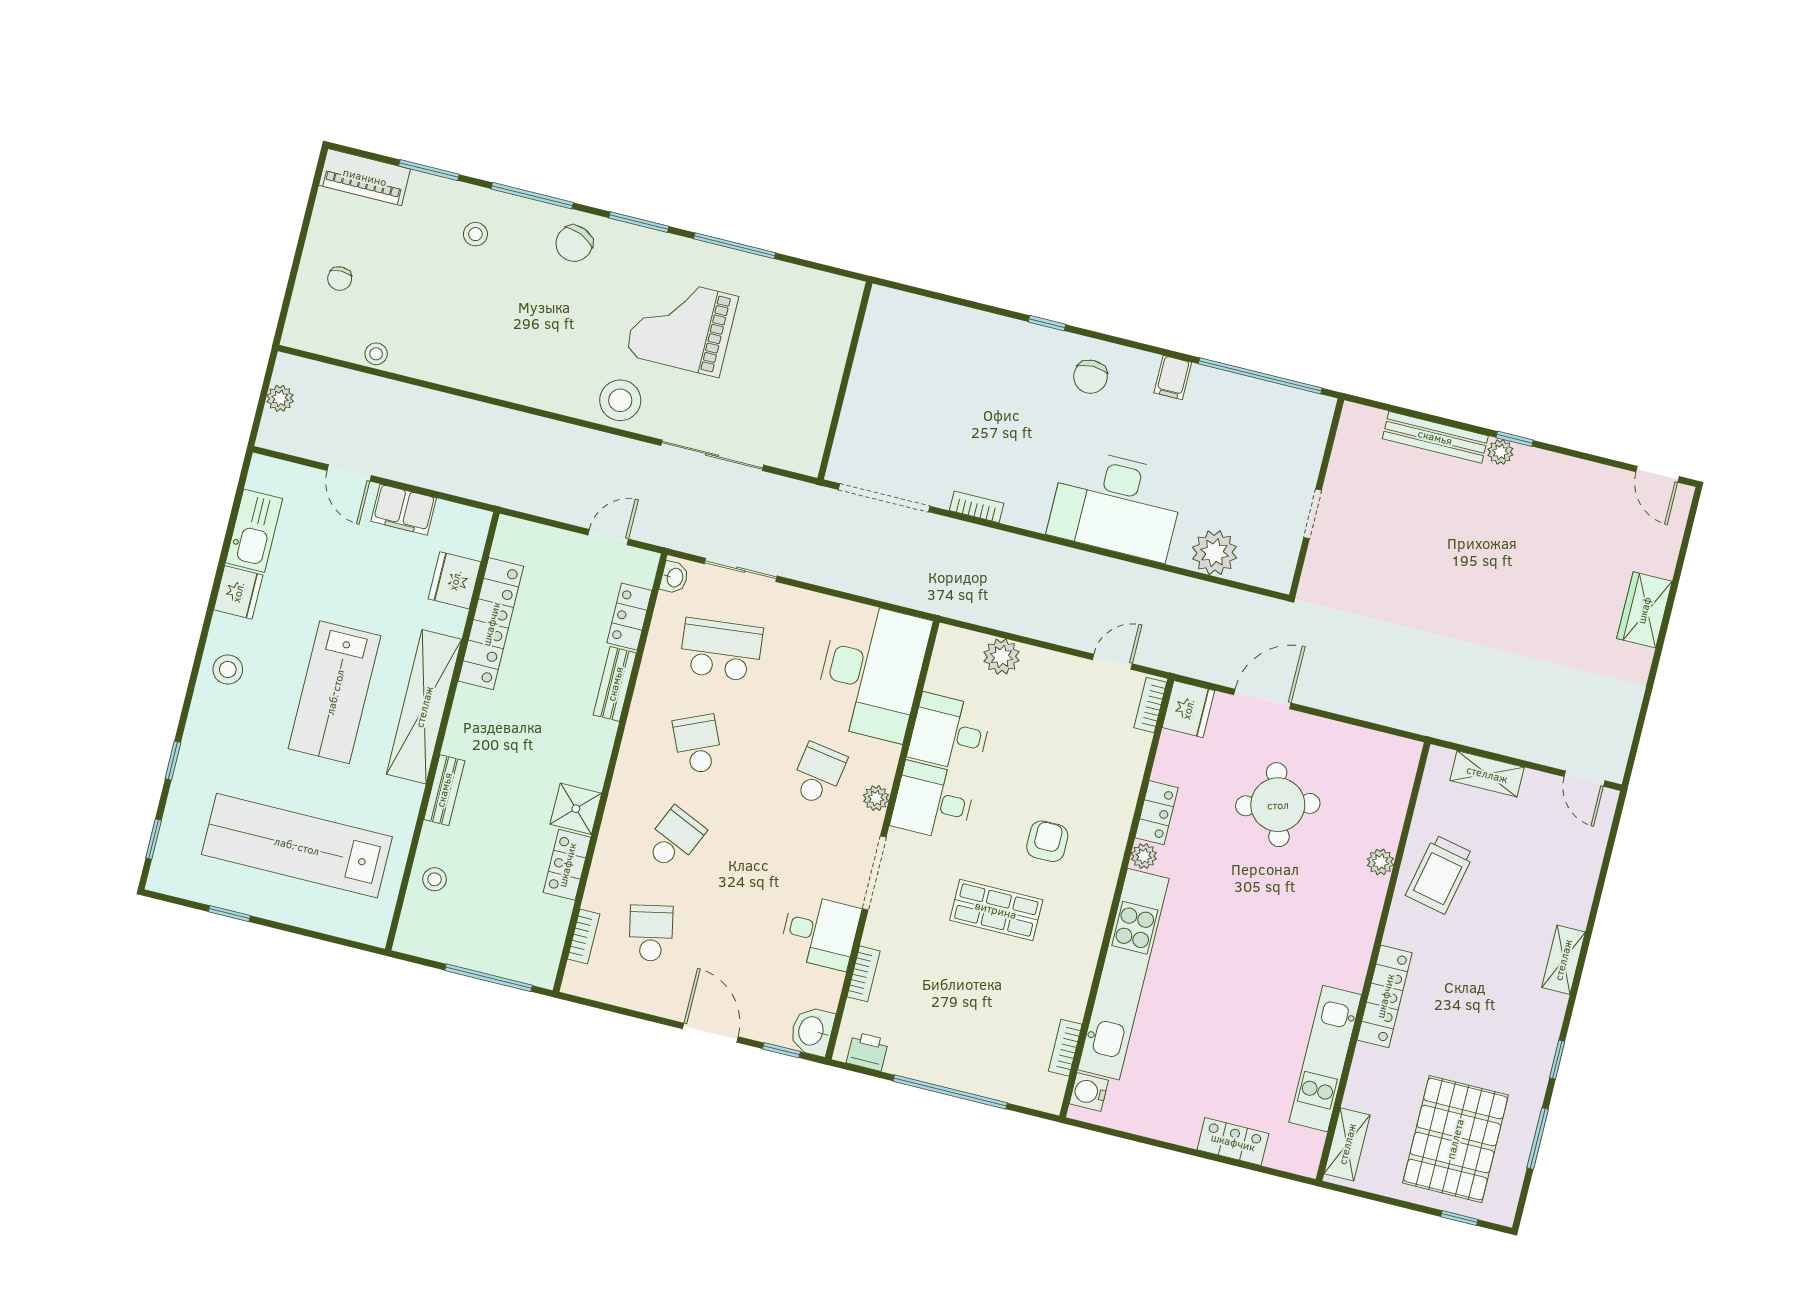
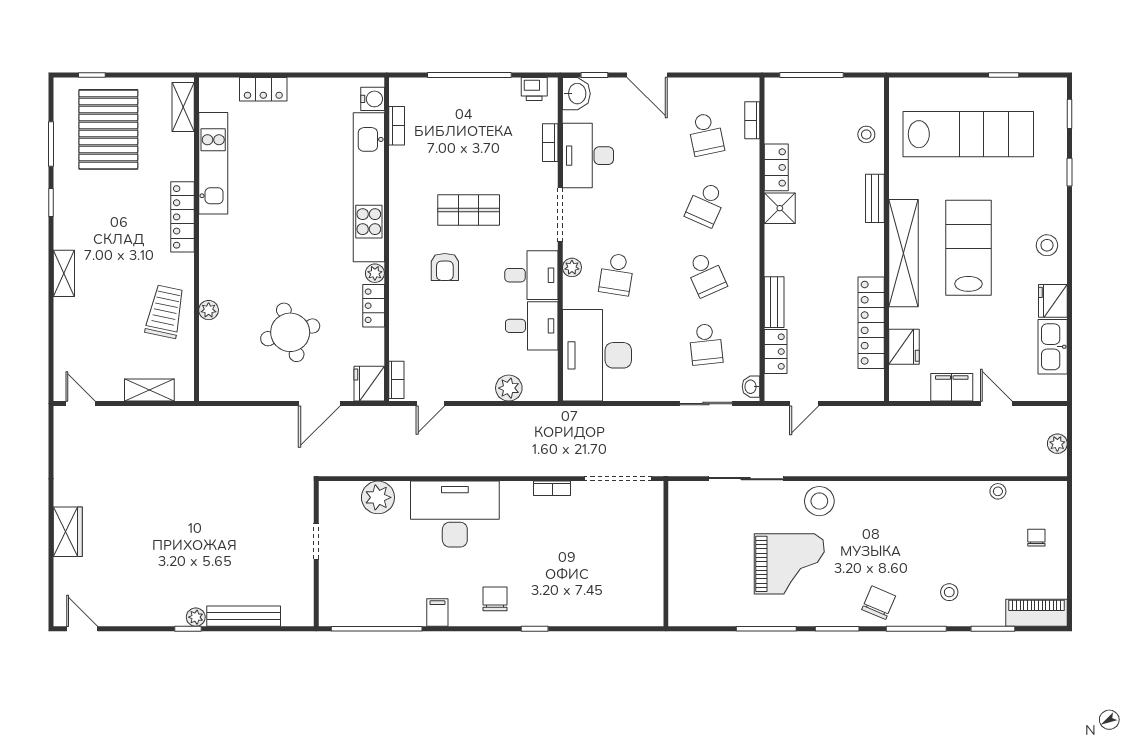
school desk: (721, 650) -> (706, 344), width x0.54
desk: (820, 932) -> (588, 156), width x1.37

